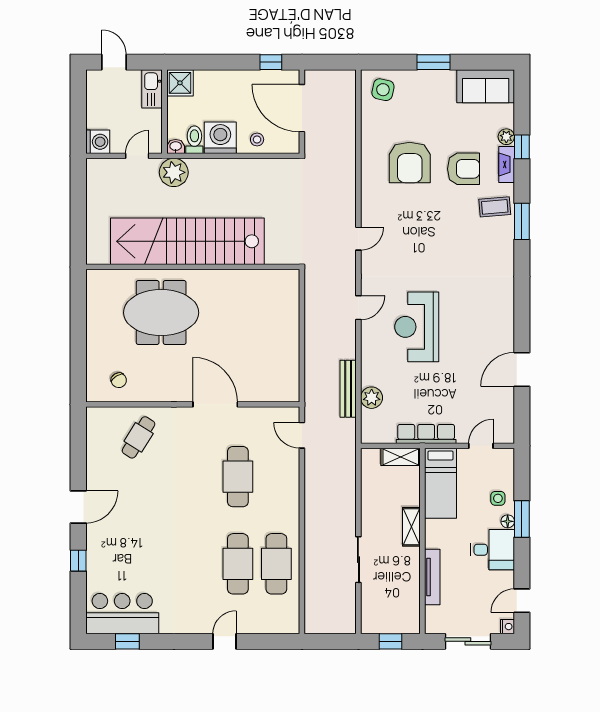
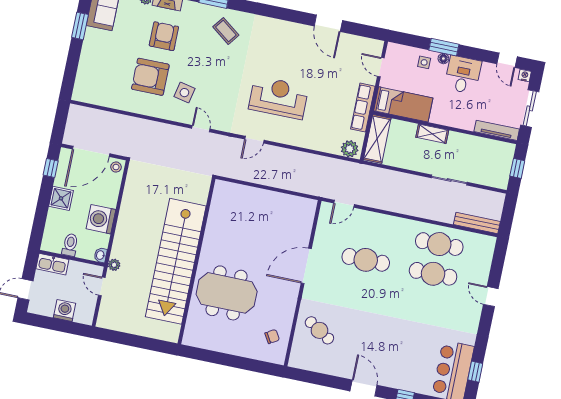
window: (434, 62) -> (80, 26), moved
shower: (180, 83) -> (61, 198), moved
side table: (383, 90) -> (184, 93), moved
stool: (257, 139) -> (116, 167), moved
toilet: (194, 140) -> (70, 245), moved, turned 90
washing machine: (98, 142) -> (65, 311), moved
armchair: (410, 162) -> (150, 77), turned 180
plant: (174, 172) -> (114, 265), width x0.53, depth x0.53
coffee table: (495, 207) -> (226, 31), moved, turned -48
door: (358, 308) -> (254, 140), swing flipped
meeting table: (161, 313) -> (227, 293), turned 90
reception desk: (417, 327) -> (279, 98), turned 180
bench: (348, 389) -> (477, 223), moved
plant: (372, 398) -> (350, 149), moved
shelving: (401, 457) -> (377, 139), width x1.50, depth x1.33
tv unit: (432, 577) -> (497, 130), moved

